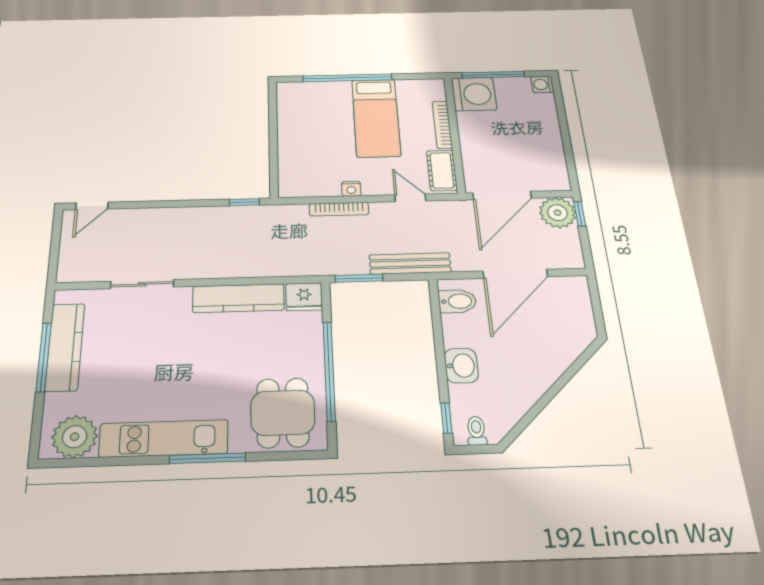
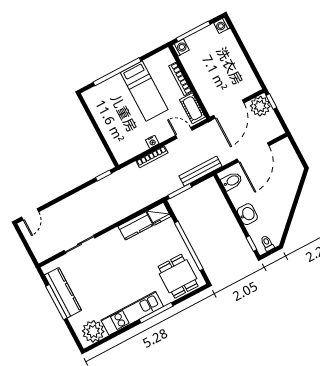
washing machine: (474, 94) -> (181, 48), width x0.53, depth x0.53
kitchen counter: (238, 298) -> (136, 226), width x0.67

